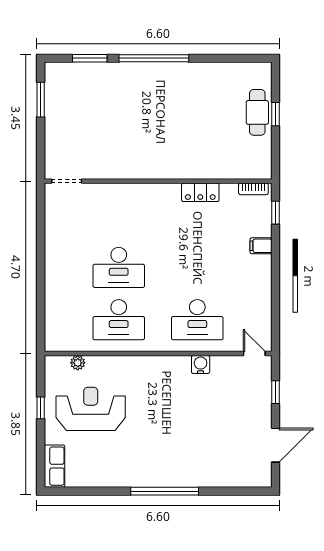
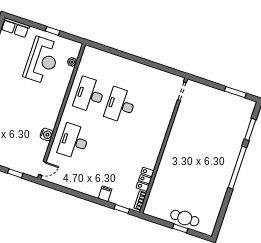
locker: (200, 192) -> (145, 179), moved

